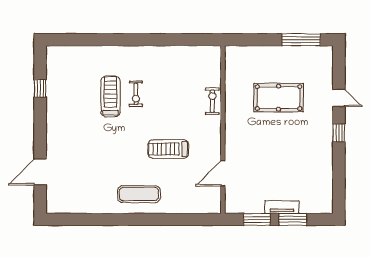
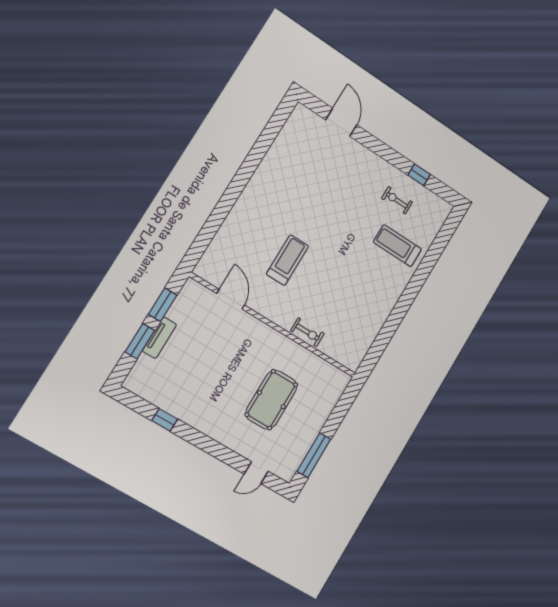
exercise bike: (136, 94) -> (397, 200), moved
treadmill: (110, 96) -> (397, 246), moved, turned 180
door: (339, 98) -> (256, 473), moved
window: (339, 133) -> (165, 420), moved
exercise mat: (139, 194) -> (261, 203), removed

